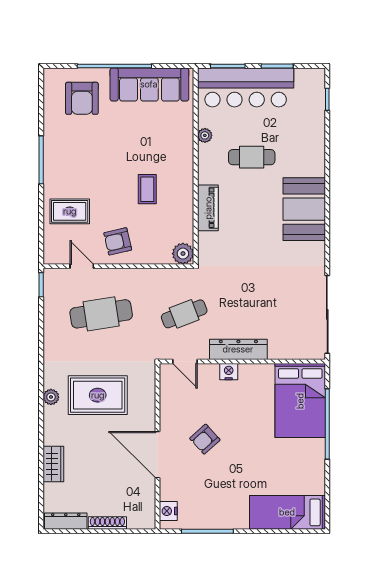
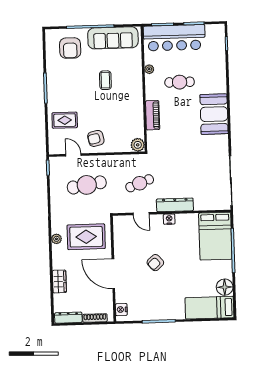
coffee table: (147, 189) -> (105, 80), moved
wall: (157, 446) -> (113, 269), moved
door: (157, 455) -> (113, 274), moved
floor lamp: (312, 481) -> (225, 287), added
nightstand: (168, 511) -> (121, 310), moved

